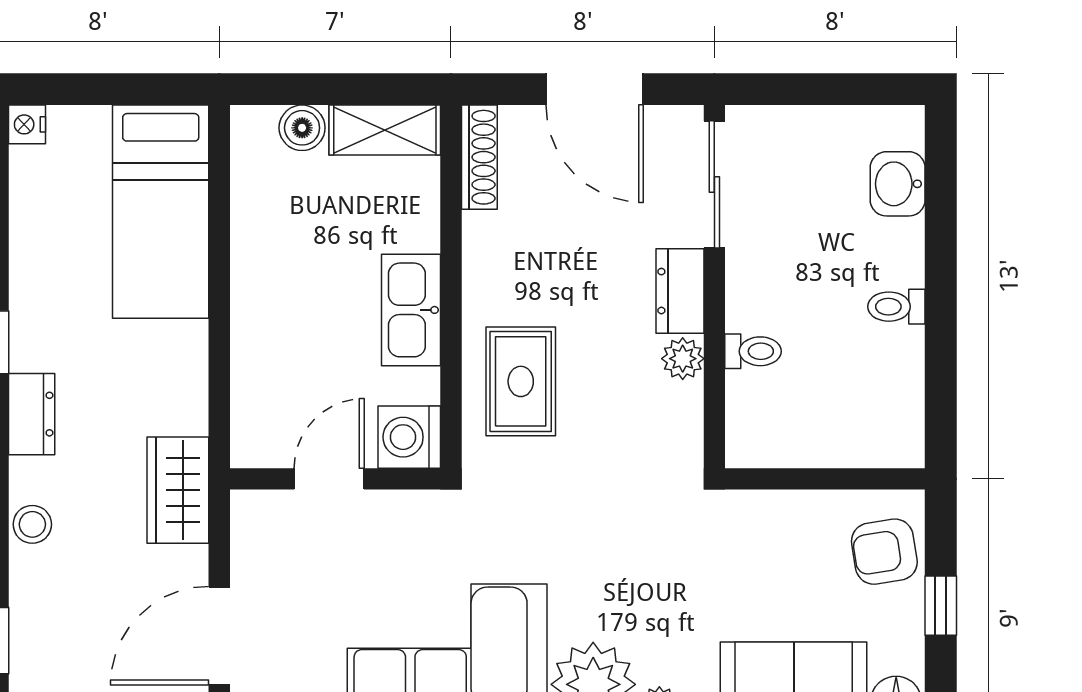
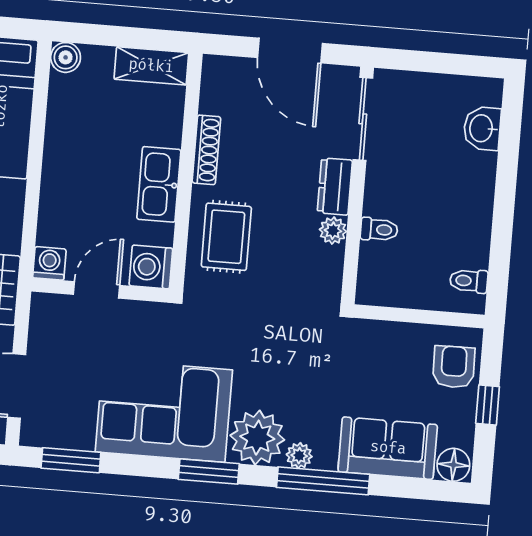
boiler: (302, 128) -> (66, 57), moved
shoe rack: (479, 157) -> (206, 150), moved
toilet: (896, 307) -> (469, 281), moved
washing machine: (254, 444) -> (49, 263), added
armchair: (884, 552) -> (454, 367), turned 98

